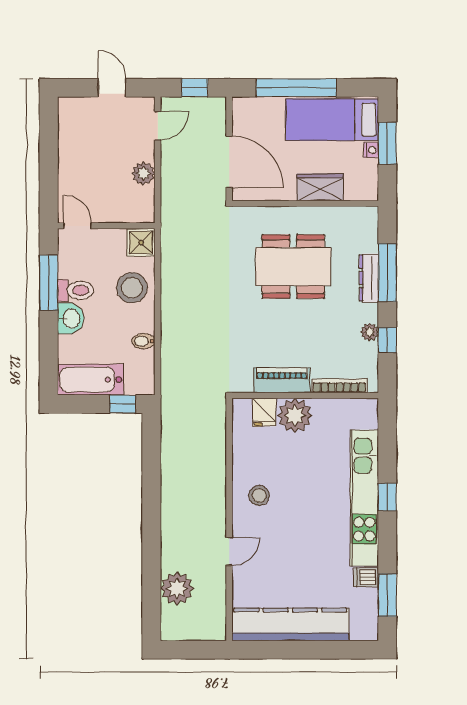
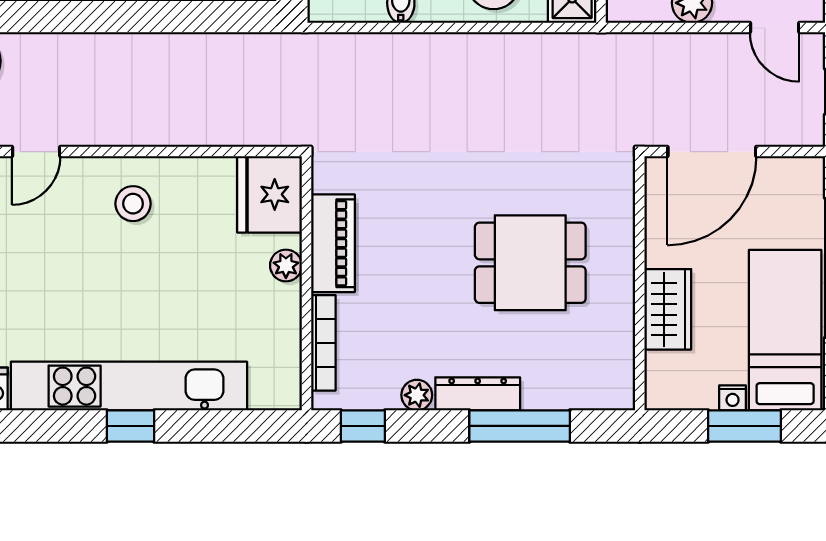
dining table: (293, 267) -> (530, 263), width x0.73
dresser: (369, 278) -> (478, 394), moved
window: (387, 340) -> (363, 426), moved
fridge: (264, 412) -> (270, 194), width x1.88, depth x1.34
plant: (295, 415) -> (286, 265), width x0.53, depth x0.53
door: (229, 551) -> (36, 152), hinge flipped

